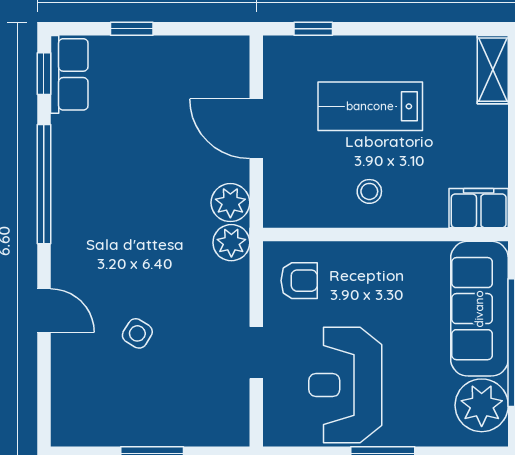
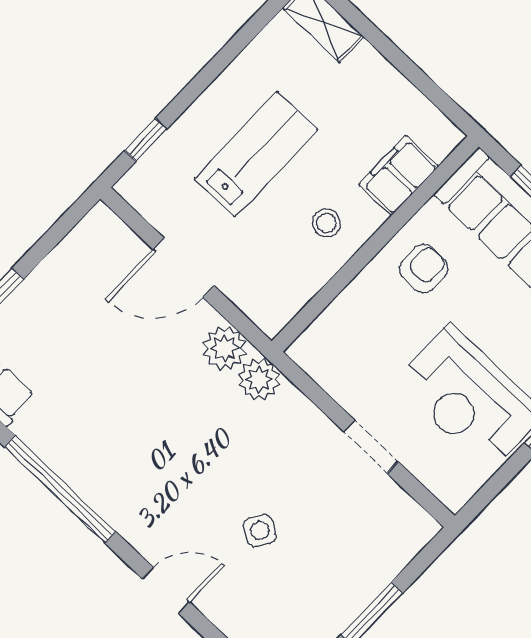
lab bench: (370, 106) -> (256, 154), turned 180
filing cabinet: (479, 208) -> (399, 175), moved
armchair: (299, 281) -> (424, 269), moved

